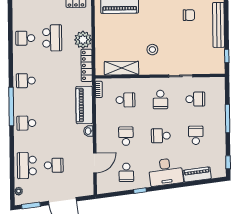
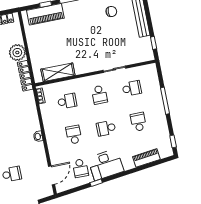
stool: (152, 50) -> (83, 50), removed
piano: (84, 105) -> (30, 113), removed
door: (95, 163) -> (52, 175), moved
desk: (166, 172) -> (106, 165), moved

